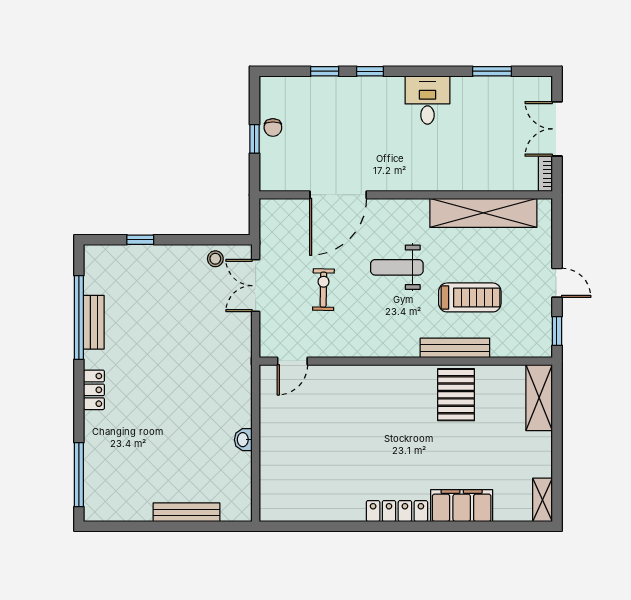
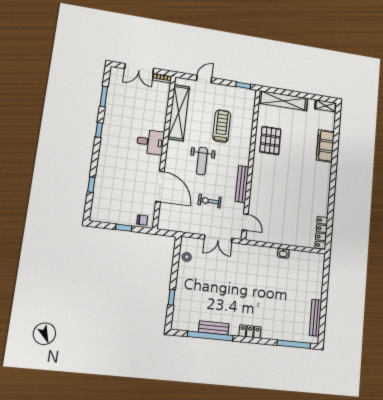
window: (370, 71) -> (99, 130), moved
desk: (427, 100) -> (150, 142), moved, turned 180
chair: (273, 128) -> (142, 220), moved
door: (557, 283) -> (204, 79), moved
double door: (256, 286) -> (218, 239), moved
bench: (455, 348) -> (242, 184), moved
pallet: (456, 395) -> (270, 140), turned 90
shelving: (539, 398) -> (283, 101), width x1.47
locker: (397, 511) -> (321, 233), moved
bench: (186, 512) -> (315, 318), moved

